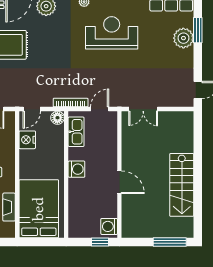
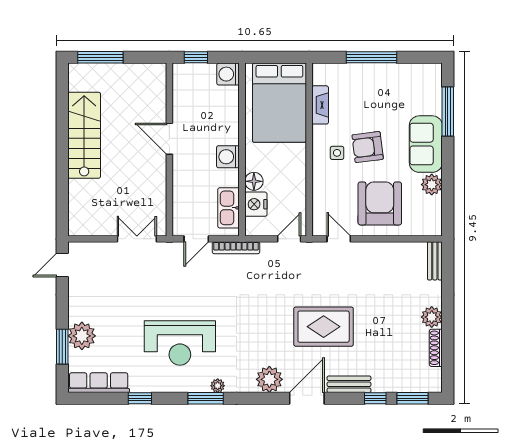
floor lamp: (57, 118) -> (254, 181), moved
nightstand: (27, 140) -> (256, 204), moved, turned 180
washing machine: (109, 226) -> (228, 74), moved, turned 180

